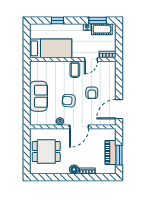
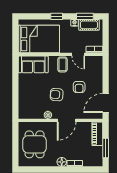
window: (57, 20) -> (57, 16), moved
bed: (51, 48) -> (39, 39), width x1.50
door: (91, 59) -> (78, 54), hinge flipped
sofa: (39, 96) -> (33, 64), moved, turned 90
dining table: (46, 152) -> (35, 144), turned 90
piano: (110, 153) -> (97, 134), moved

